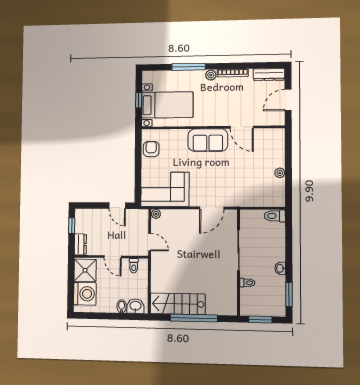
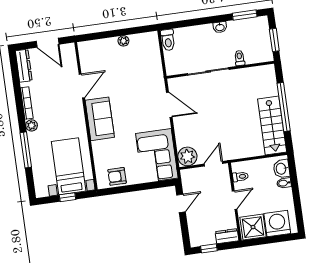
plant: (156, 214) -> (187, 156), width x1.87, depth x1.87

